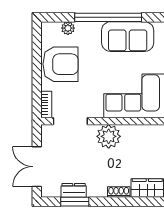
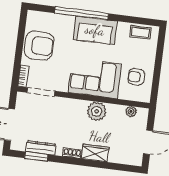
plant: (68, 28) -> (48, 18), removed
plant: (109, 136) -> (97, 111), moved
dresser: (74, 190) -> (41, 148), width x1.44

